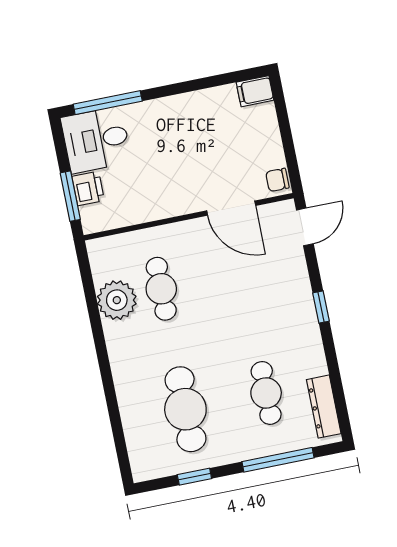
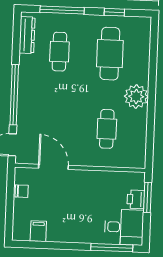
filing cabinet: (255, 91) -> (38, 231), moved, turned -90
chair: (277, 180) -> (22, 191), moved
plant: (117, 300) -> (136, 96), moved
window: (321, 307) -> (14, 95), width x3.17

